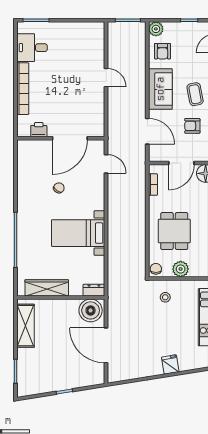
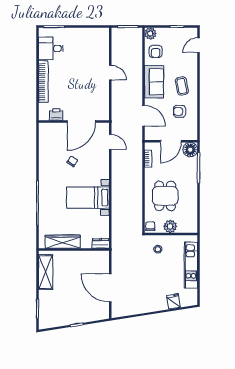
boiler: (91, 310) -> (98, 260), removed
fridge: (170, 364) -> (174, 301), moved

